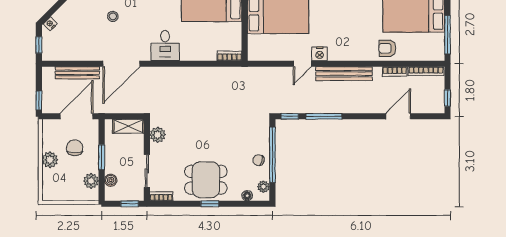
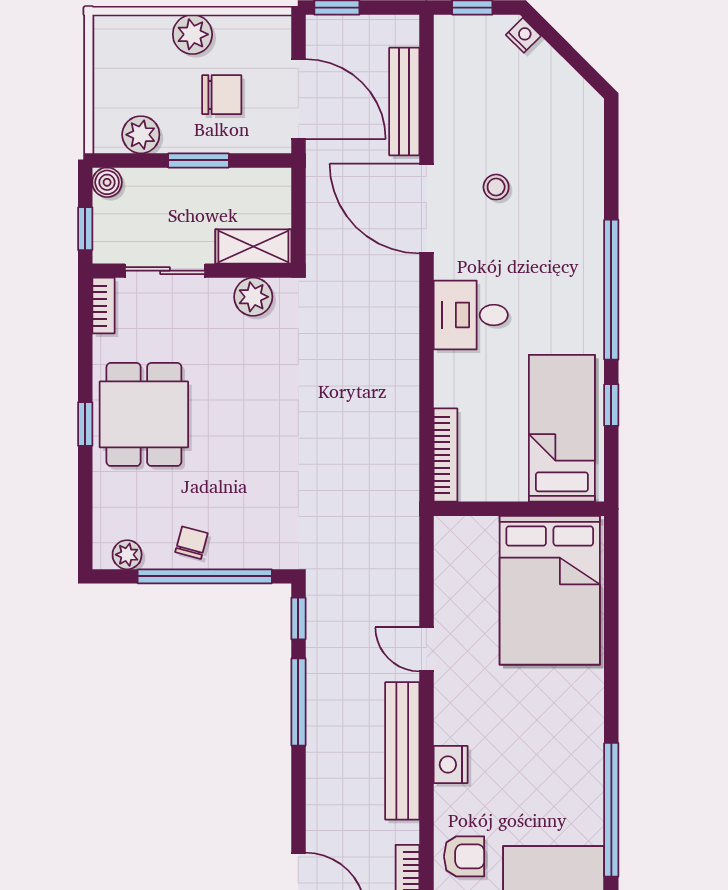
stool: (113, 16) -> (496, 187), moved
armchair: (387, 48) -> (464, 856), turned 90
nightstand: (320, 54) -> (451, 765), moved
bookcase: (229, 56) -> (446, 455), width x1.56
shelving: (128, 126) -> (253, 246), moved, turned 90
boiler: (111, 180) -> (107, 182), moved
floor lamp: (247, 196) -> (105, 515), removed

